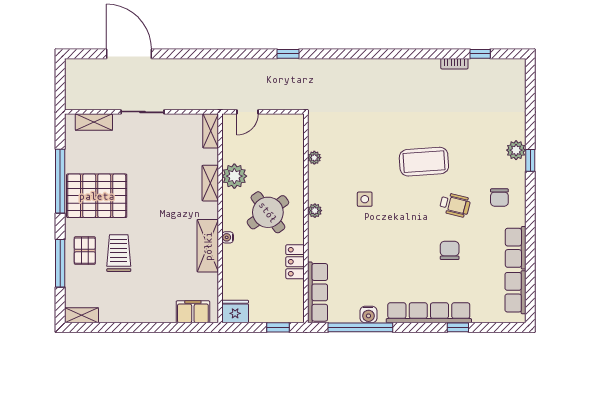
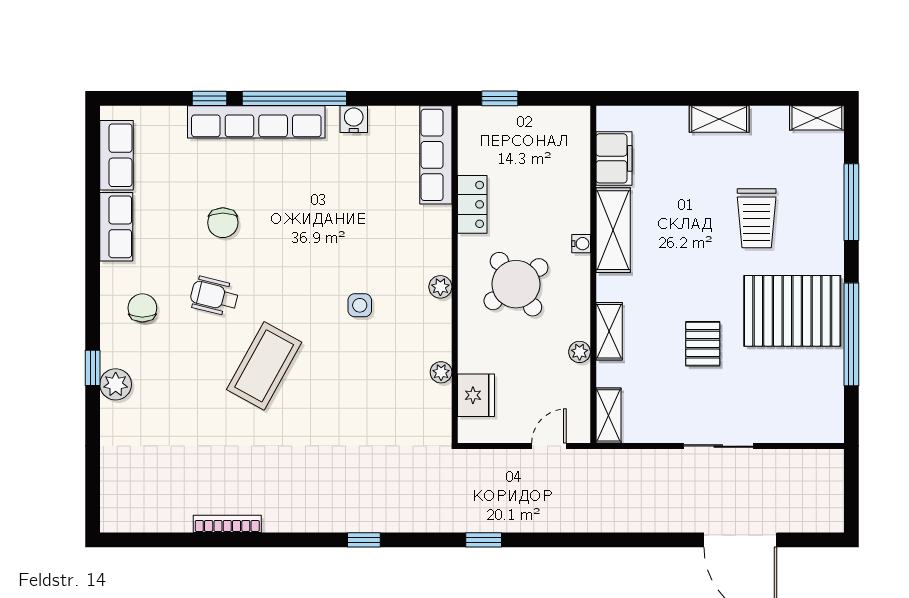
window: (480, 54) -> (364, 540), moved
bookcase: (454, 64) -> (227, 524), width x1.56
shelving: (94, 122) -> (719, 119), moved
coffee table: (424, 162) -> (264, 366), turned -57
plant: (234, 176) -> (580, 352), width x0.53, depth x0.53
pallet: (85, 251) -> (703, 344), moved
filing cabinet: (193, 312) -> (614, 158), moved, turned -90
fridge: (235, 312) -> (476, 395), moved, turned -90
window: (360, 327) -> (294, 98), moved

